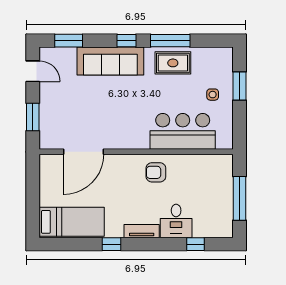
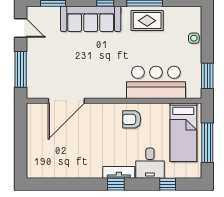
window: (240, 86) -> (207, 76), moved
side table: (213, 95) -> (194, 38), moved
window: (33, 117) -> (21, 69), width x1.44
bed: (72, 222) -> (183, 132), moved, turned 90
window: (112, 244) -> (116, 184), moved

